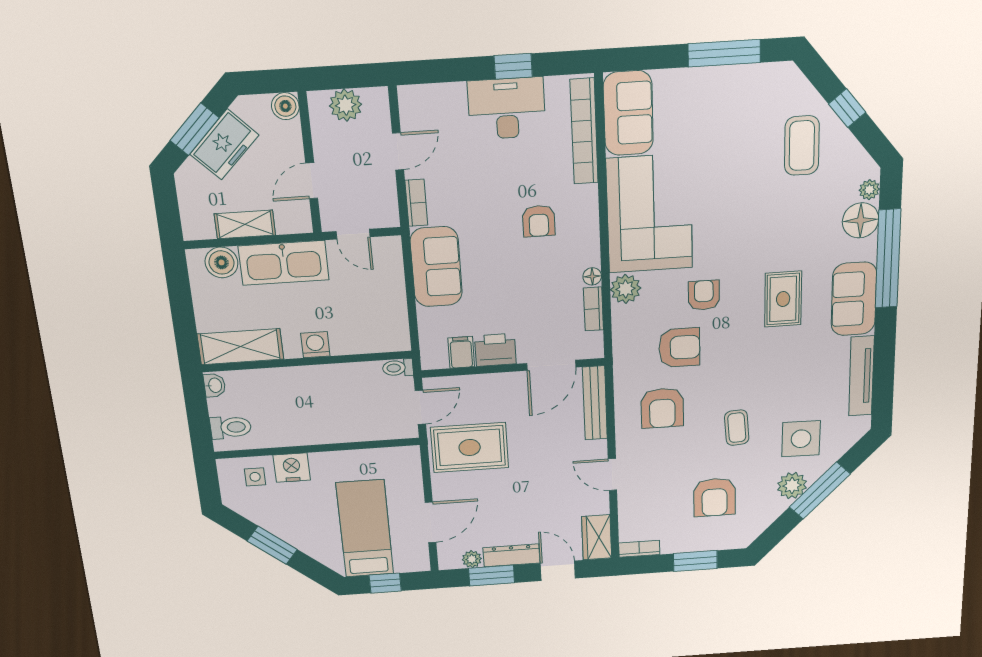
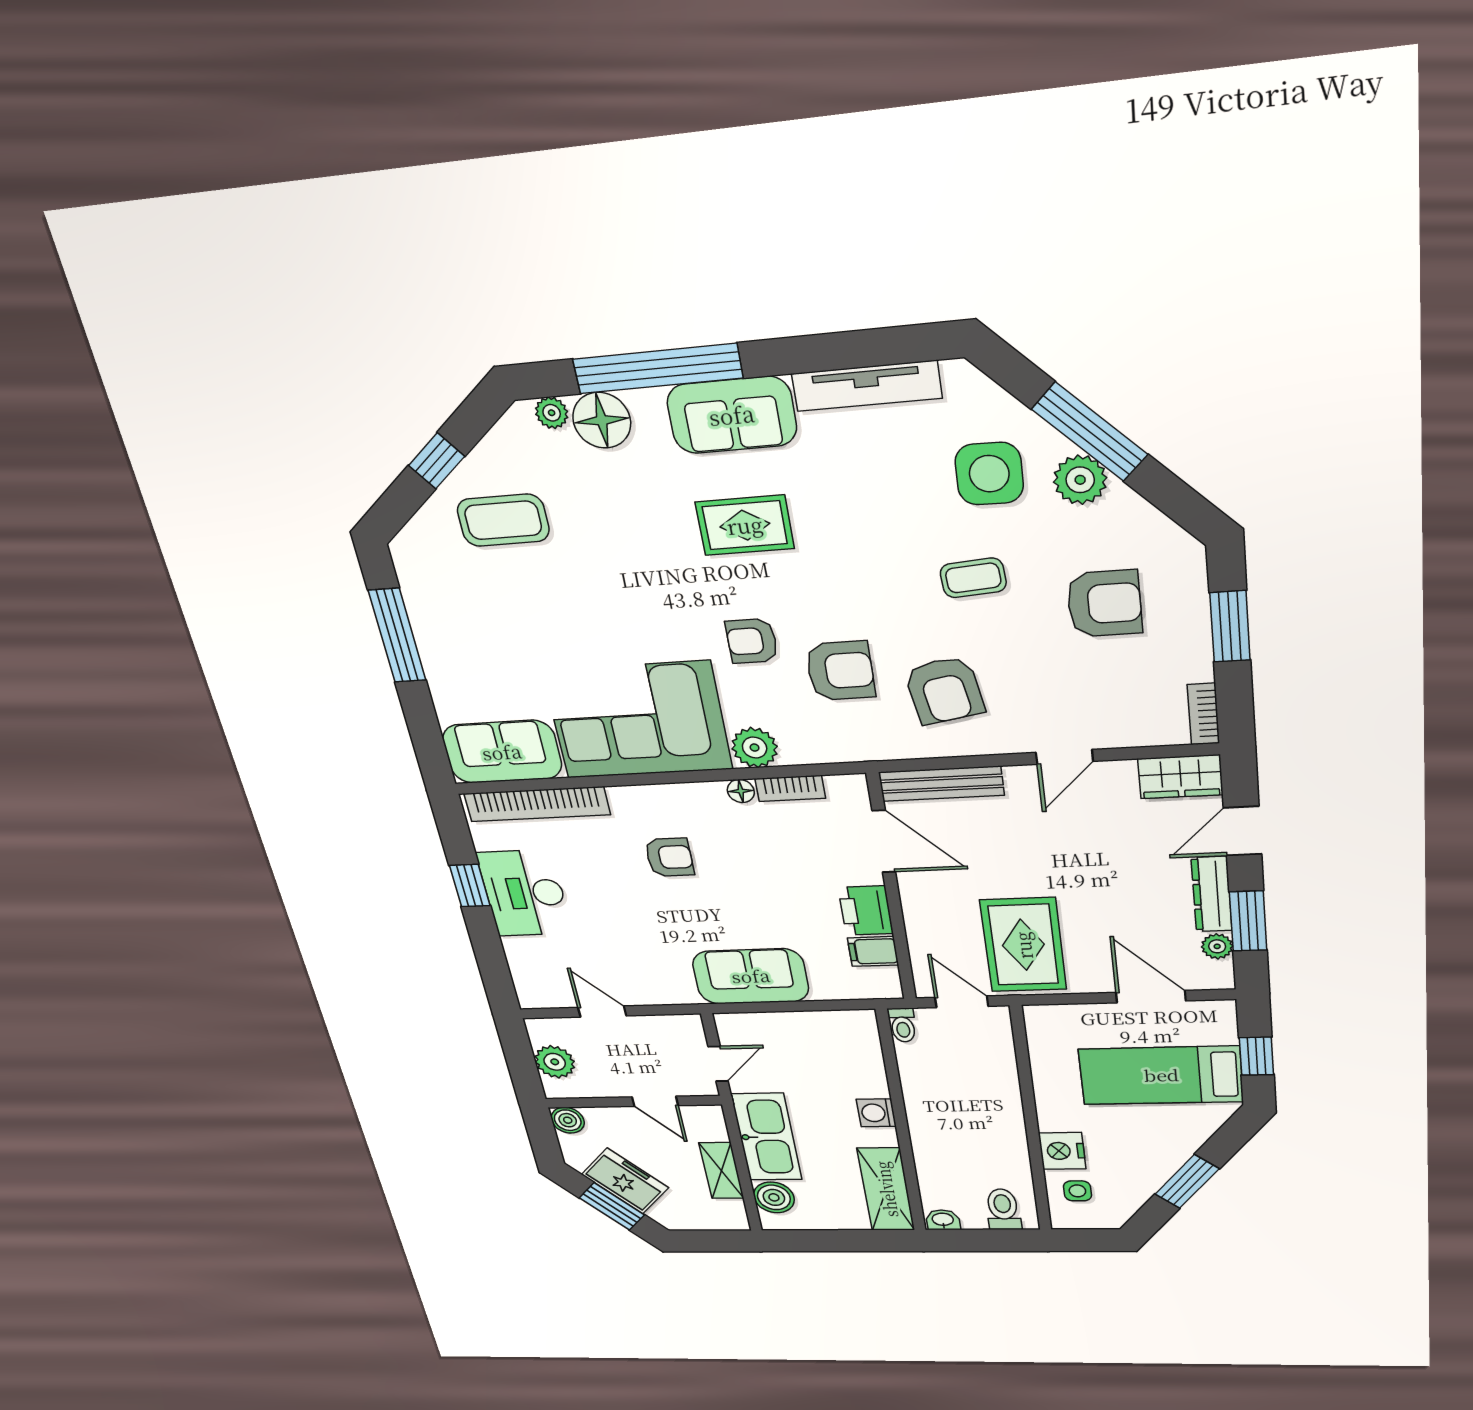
bookcase: (416, 203) -> (666, 995), removed
armchair: (679, 348) -> (840, 671), turned 90
armchair: (662, 408) -> (944, 690), turned 80

